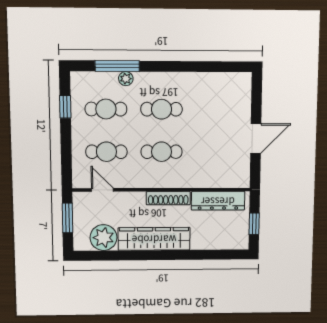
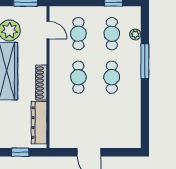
window: (117, 66) -> (145, 61), moved
plant: (126, 79) -> (135, 34), moved
door: (102, 190) -> (48, 30), hinge flipped

